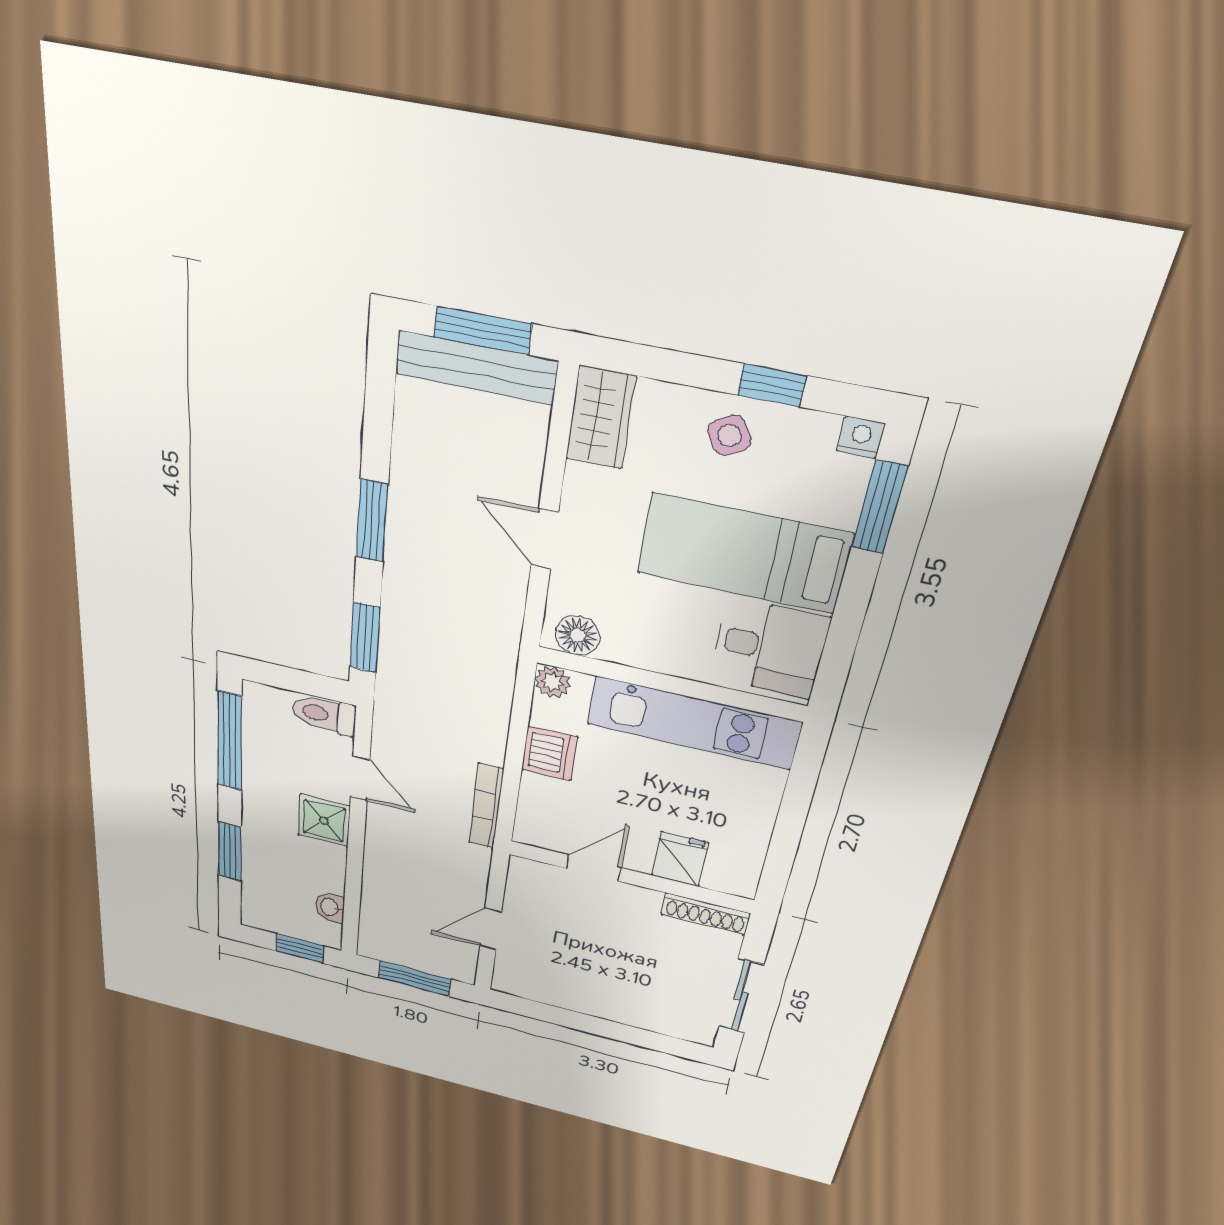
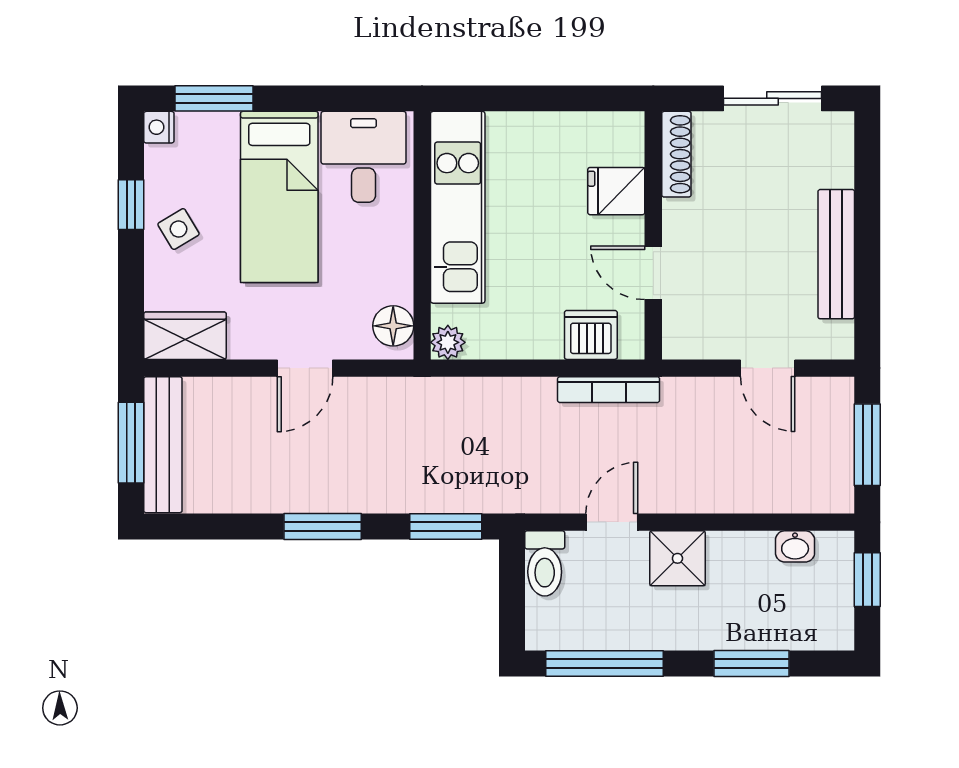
dishwasher: (549, 753) -> (591, 335), moved
bench: (586, 1002) -> (836, 254), added

